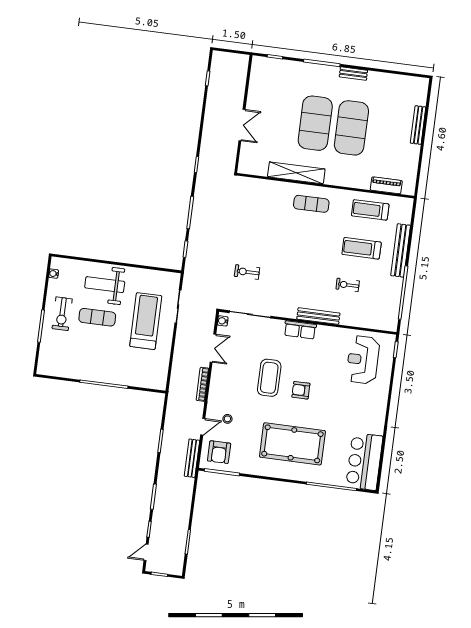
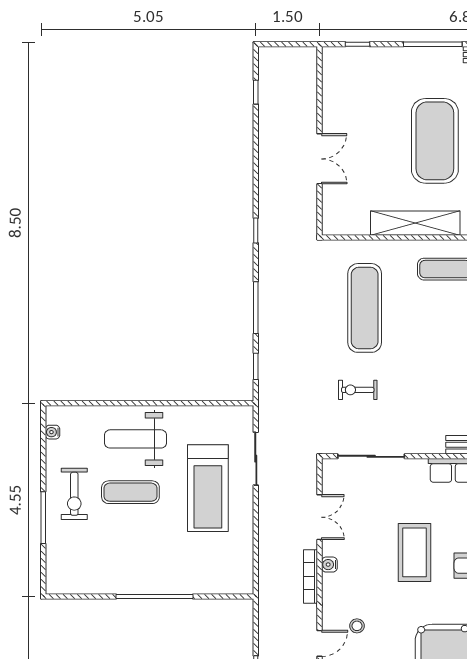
exercise mat: (258, 222) -> (365, 308), added
treadmill: (146, 321) -> (208, 488), turned 180
water cooler: (223, 321) -> (329, 565), moved

